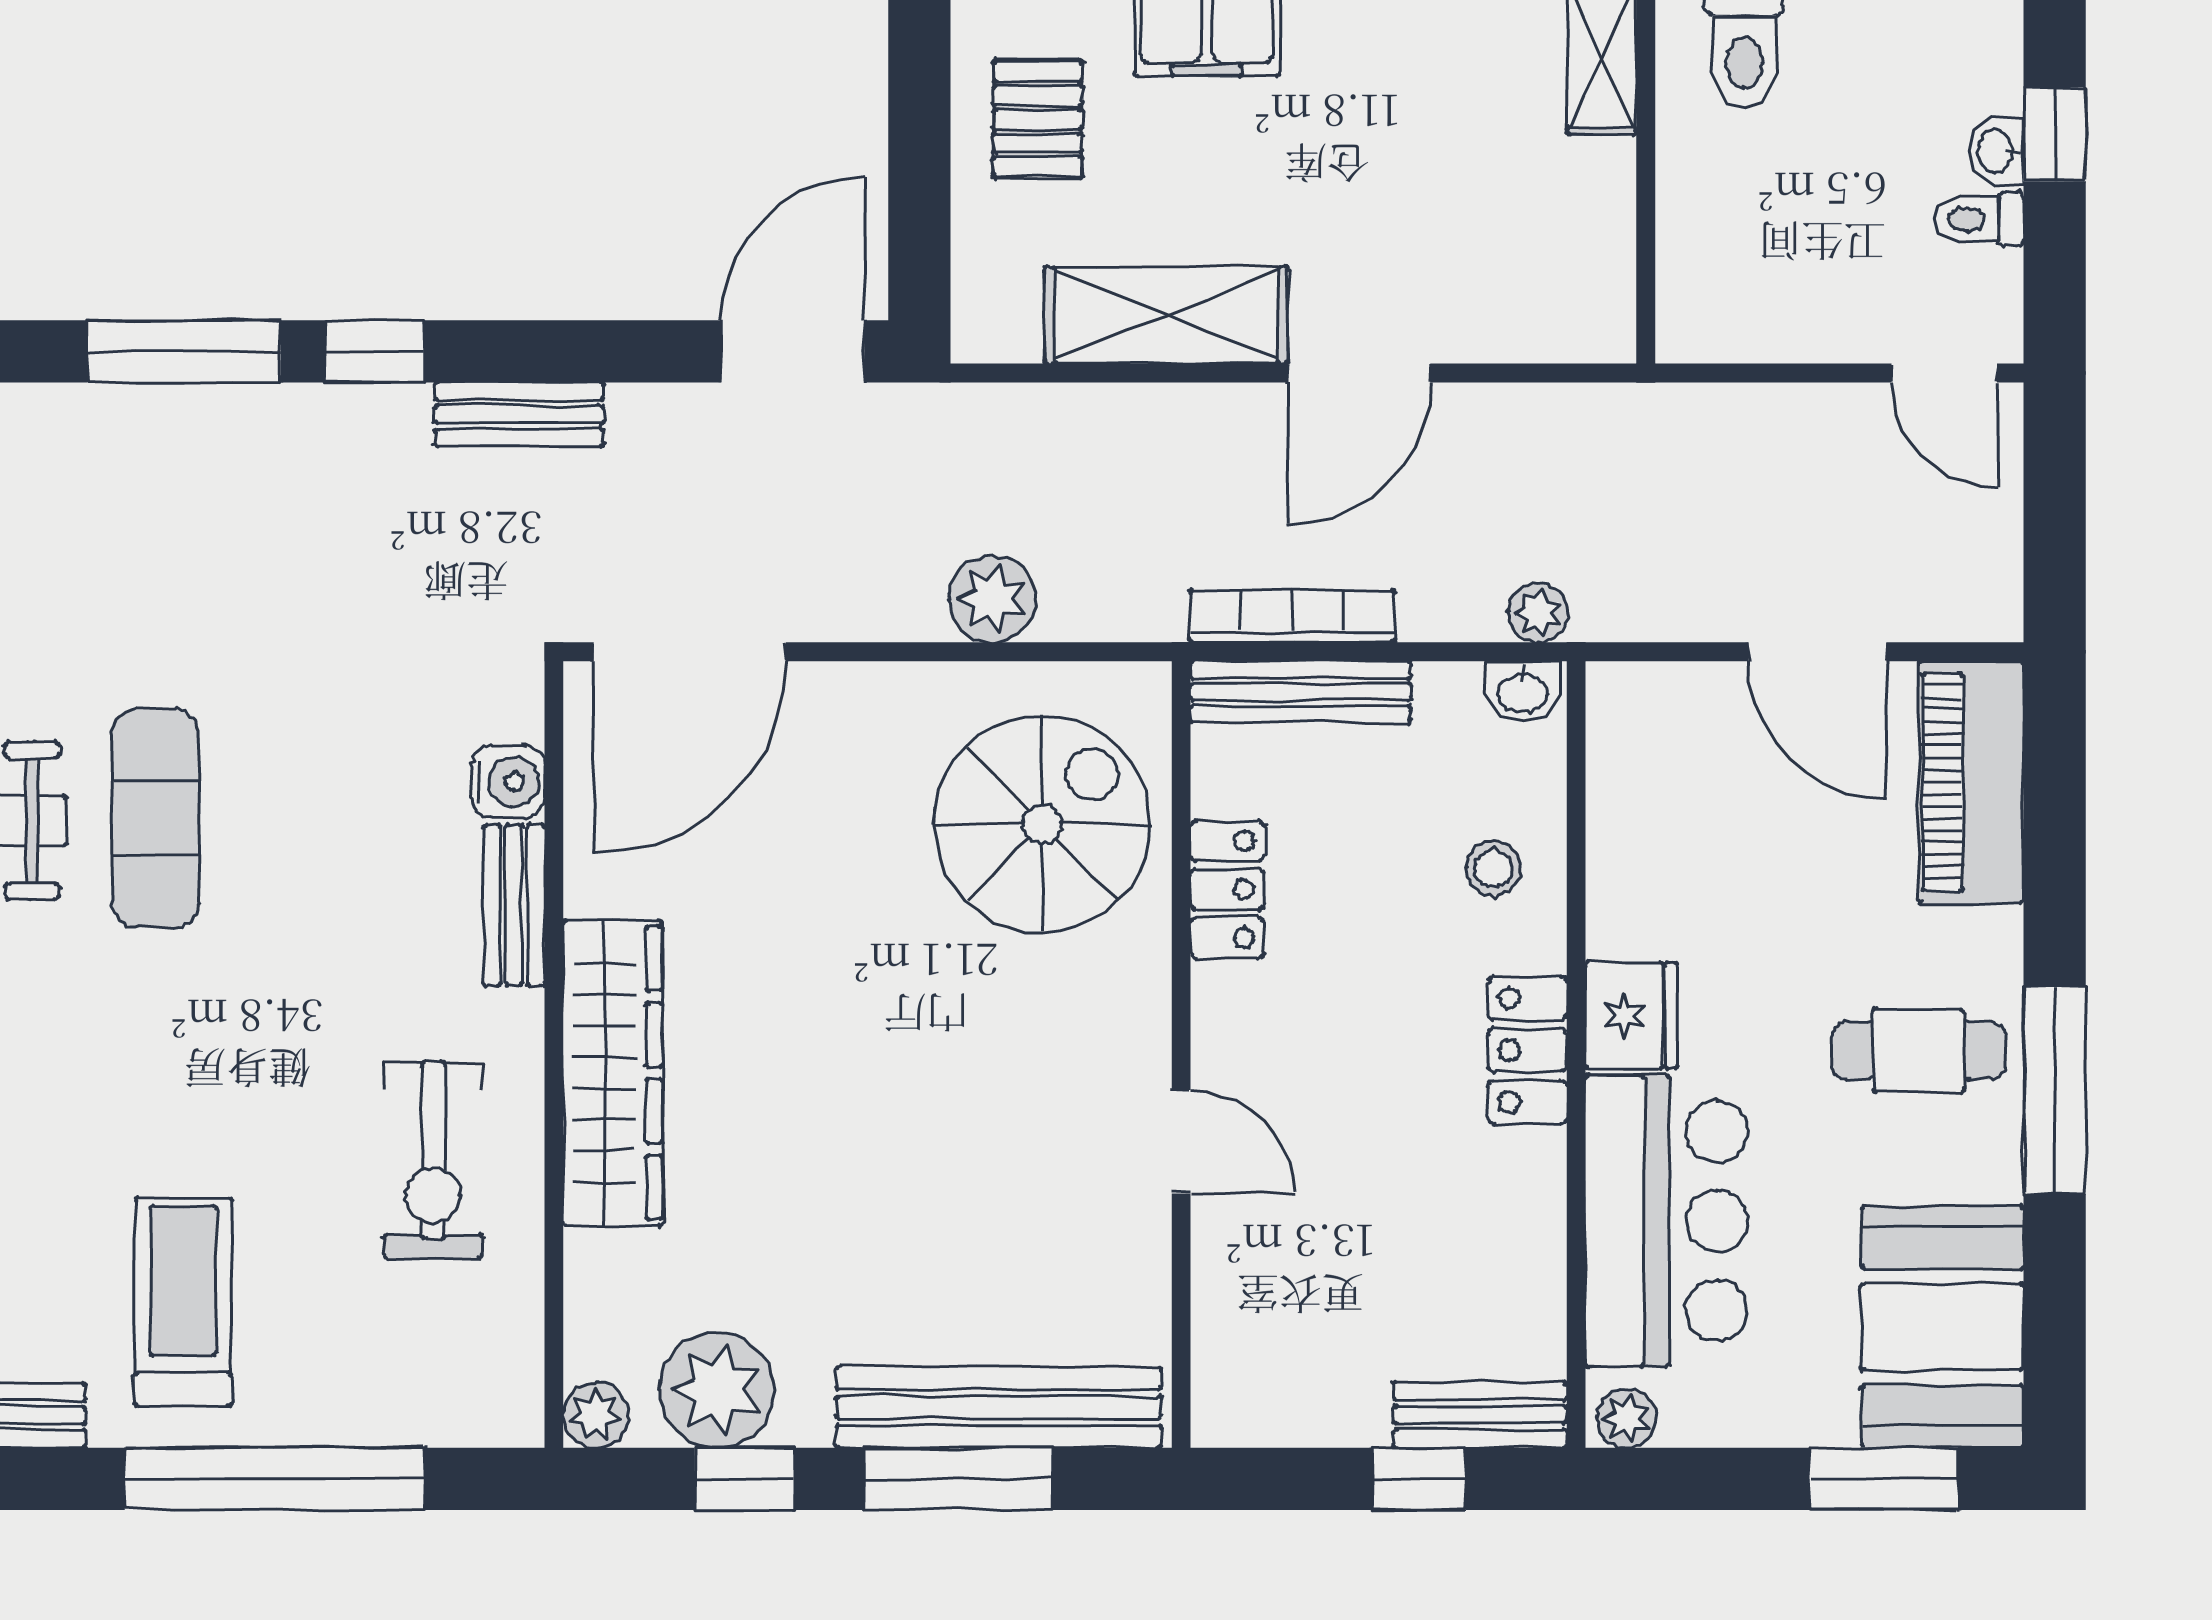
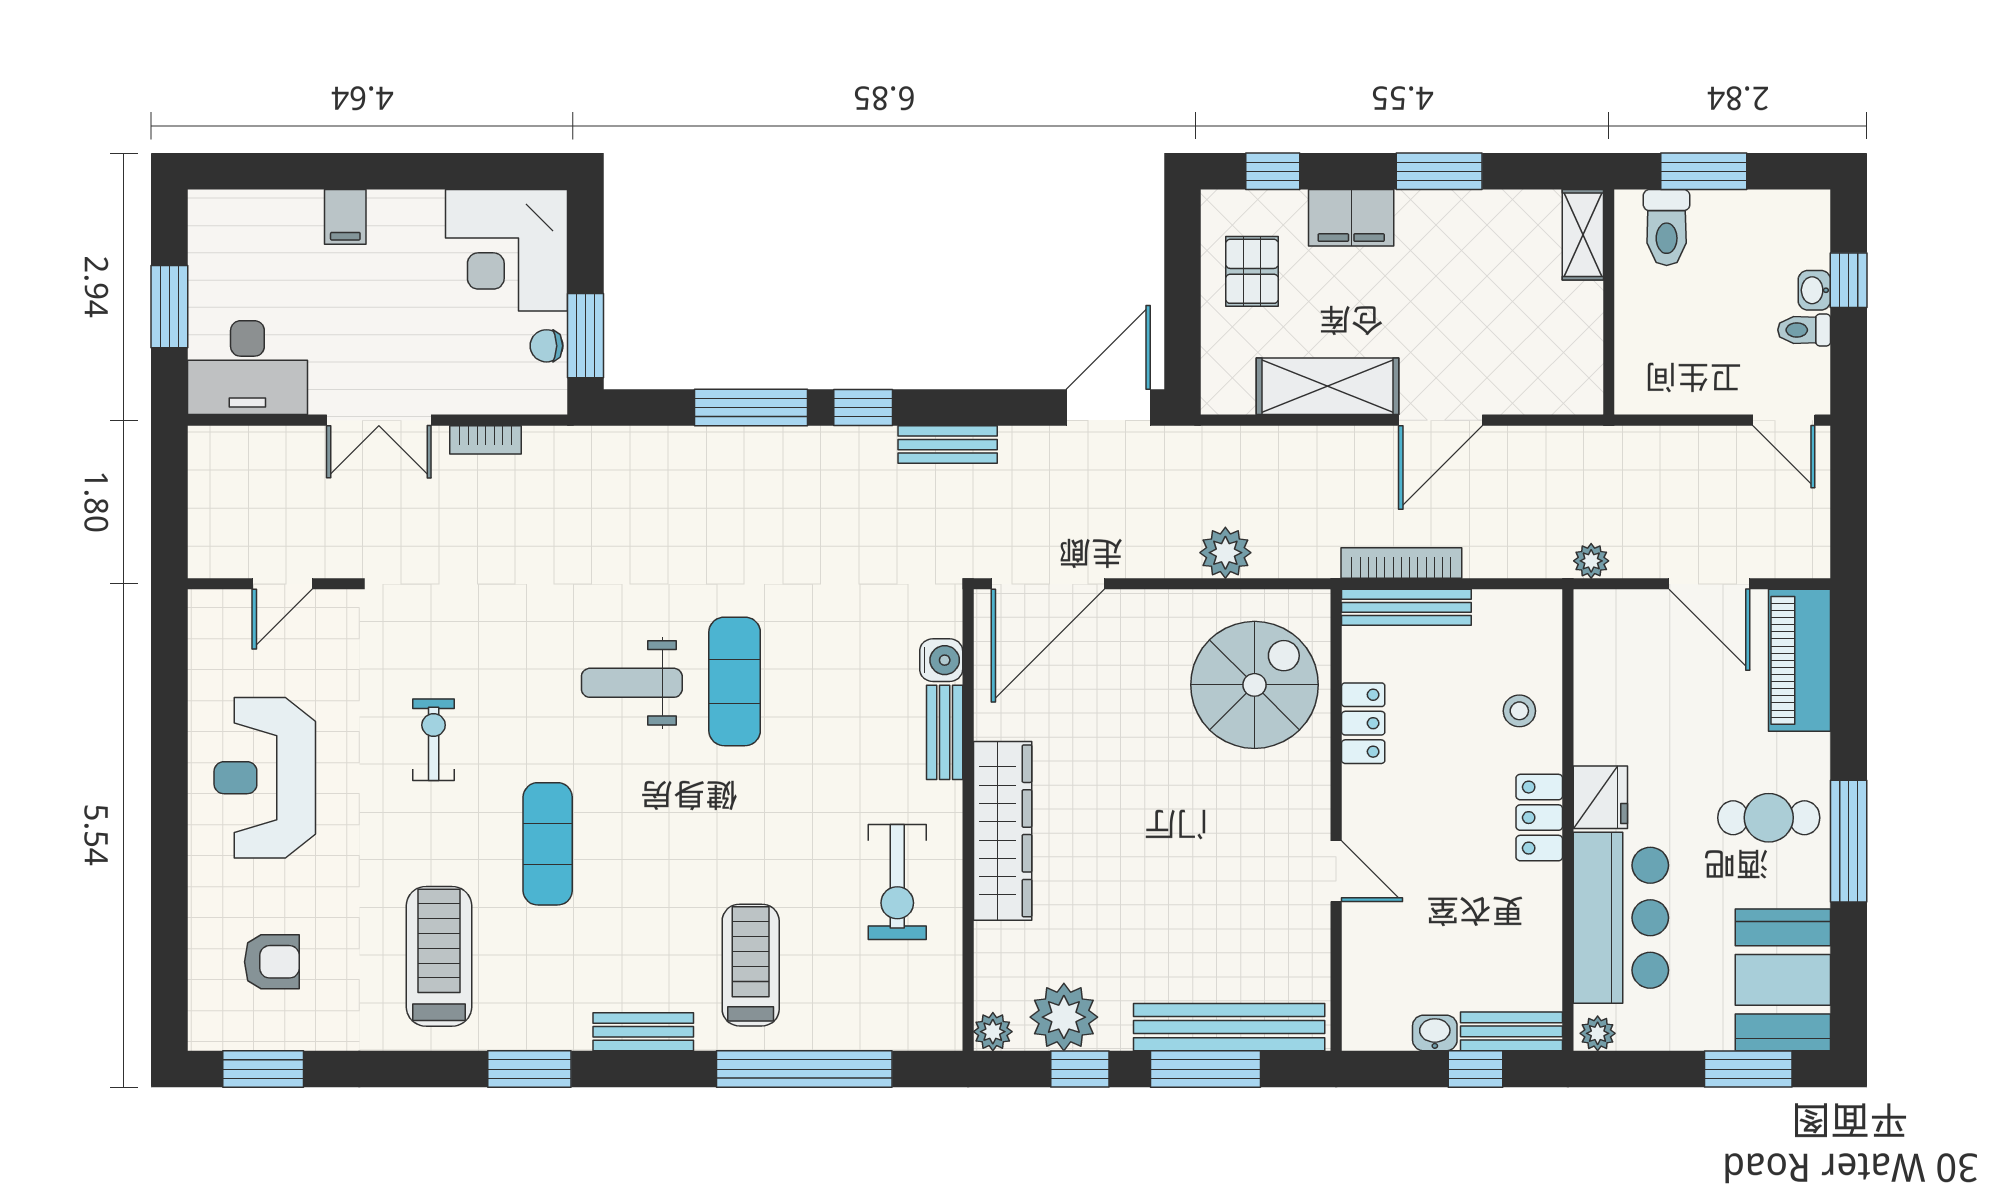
plant: (1538, 613) -> (1591, 561), moved
washbasin: (1523, 691) -> (1435, 1033), moved, turned 180

